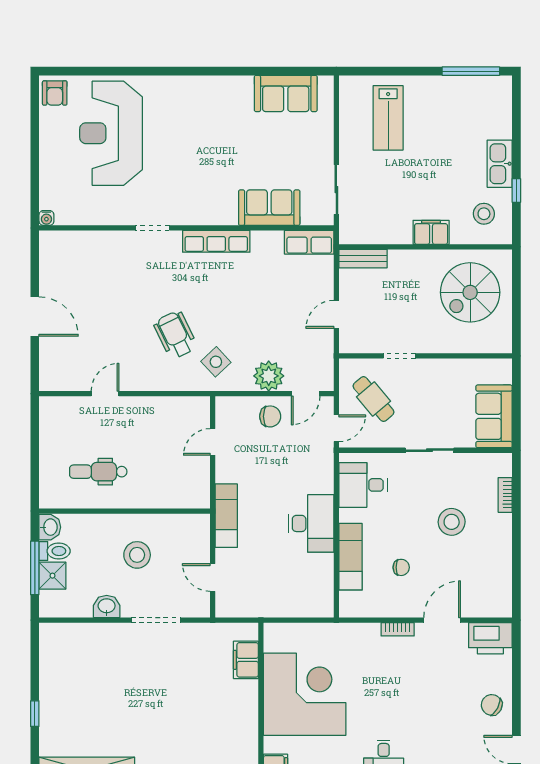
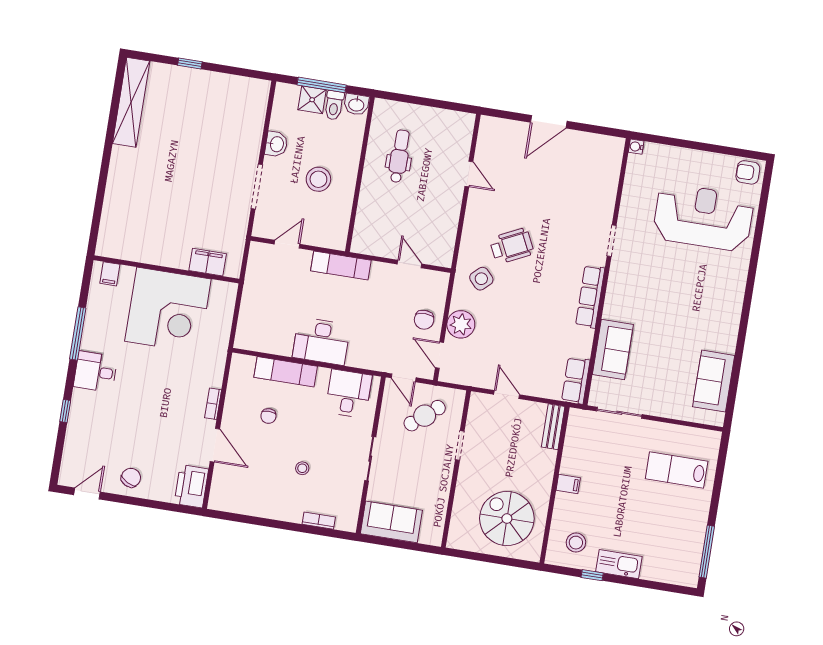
filing cabinet: (431, 232) -> (568, 484), width x0.50
stool: (452, 522) -> (302, 468), width x0.53, depth x0.53

